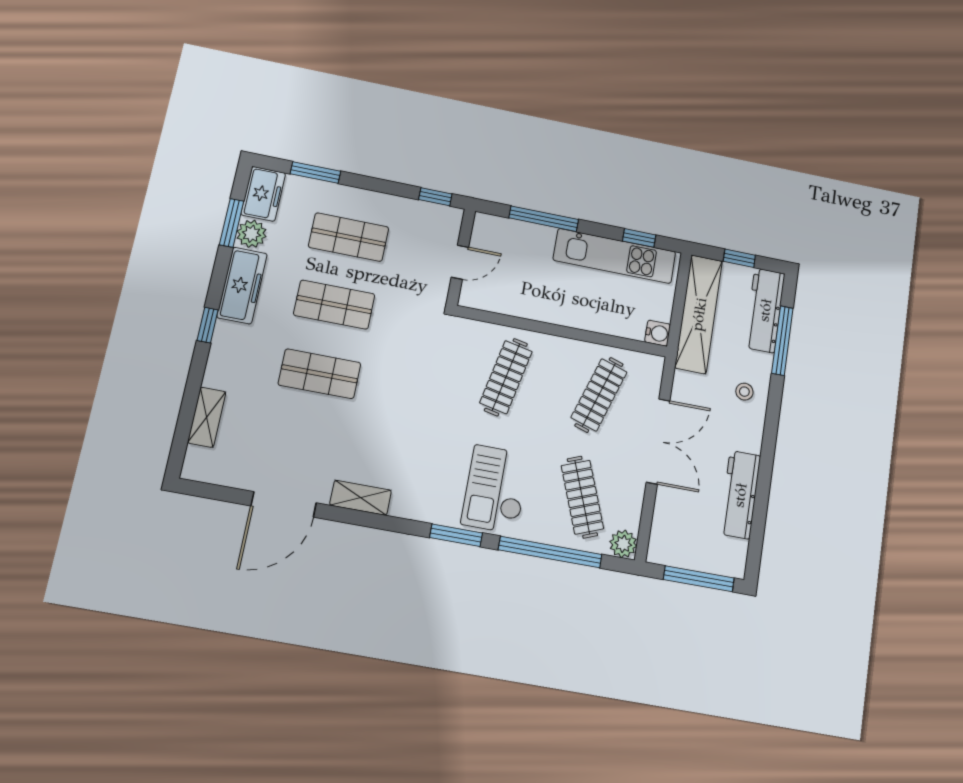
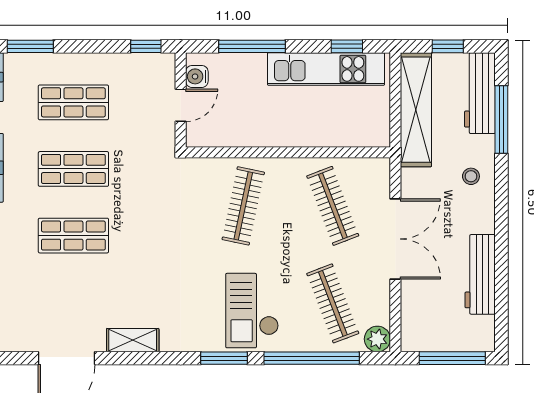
water cooler: (658, 333) -> (197, 76), moved, turned 180
clothes rail: (599, 395) -> (333, 206), turned -39

